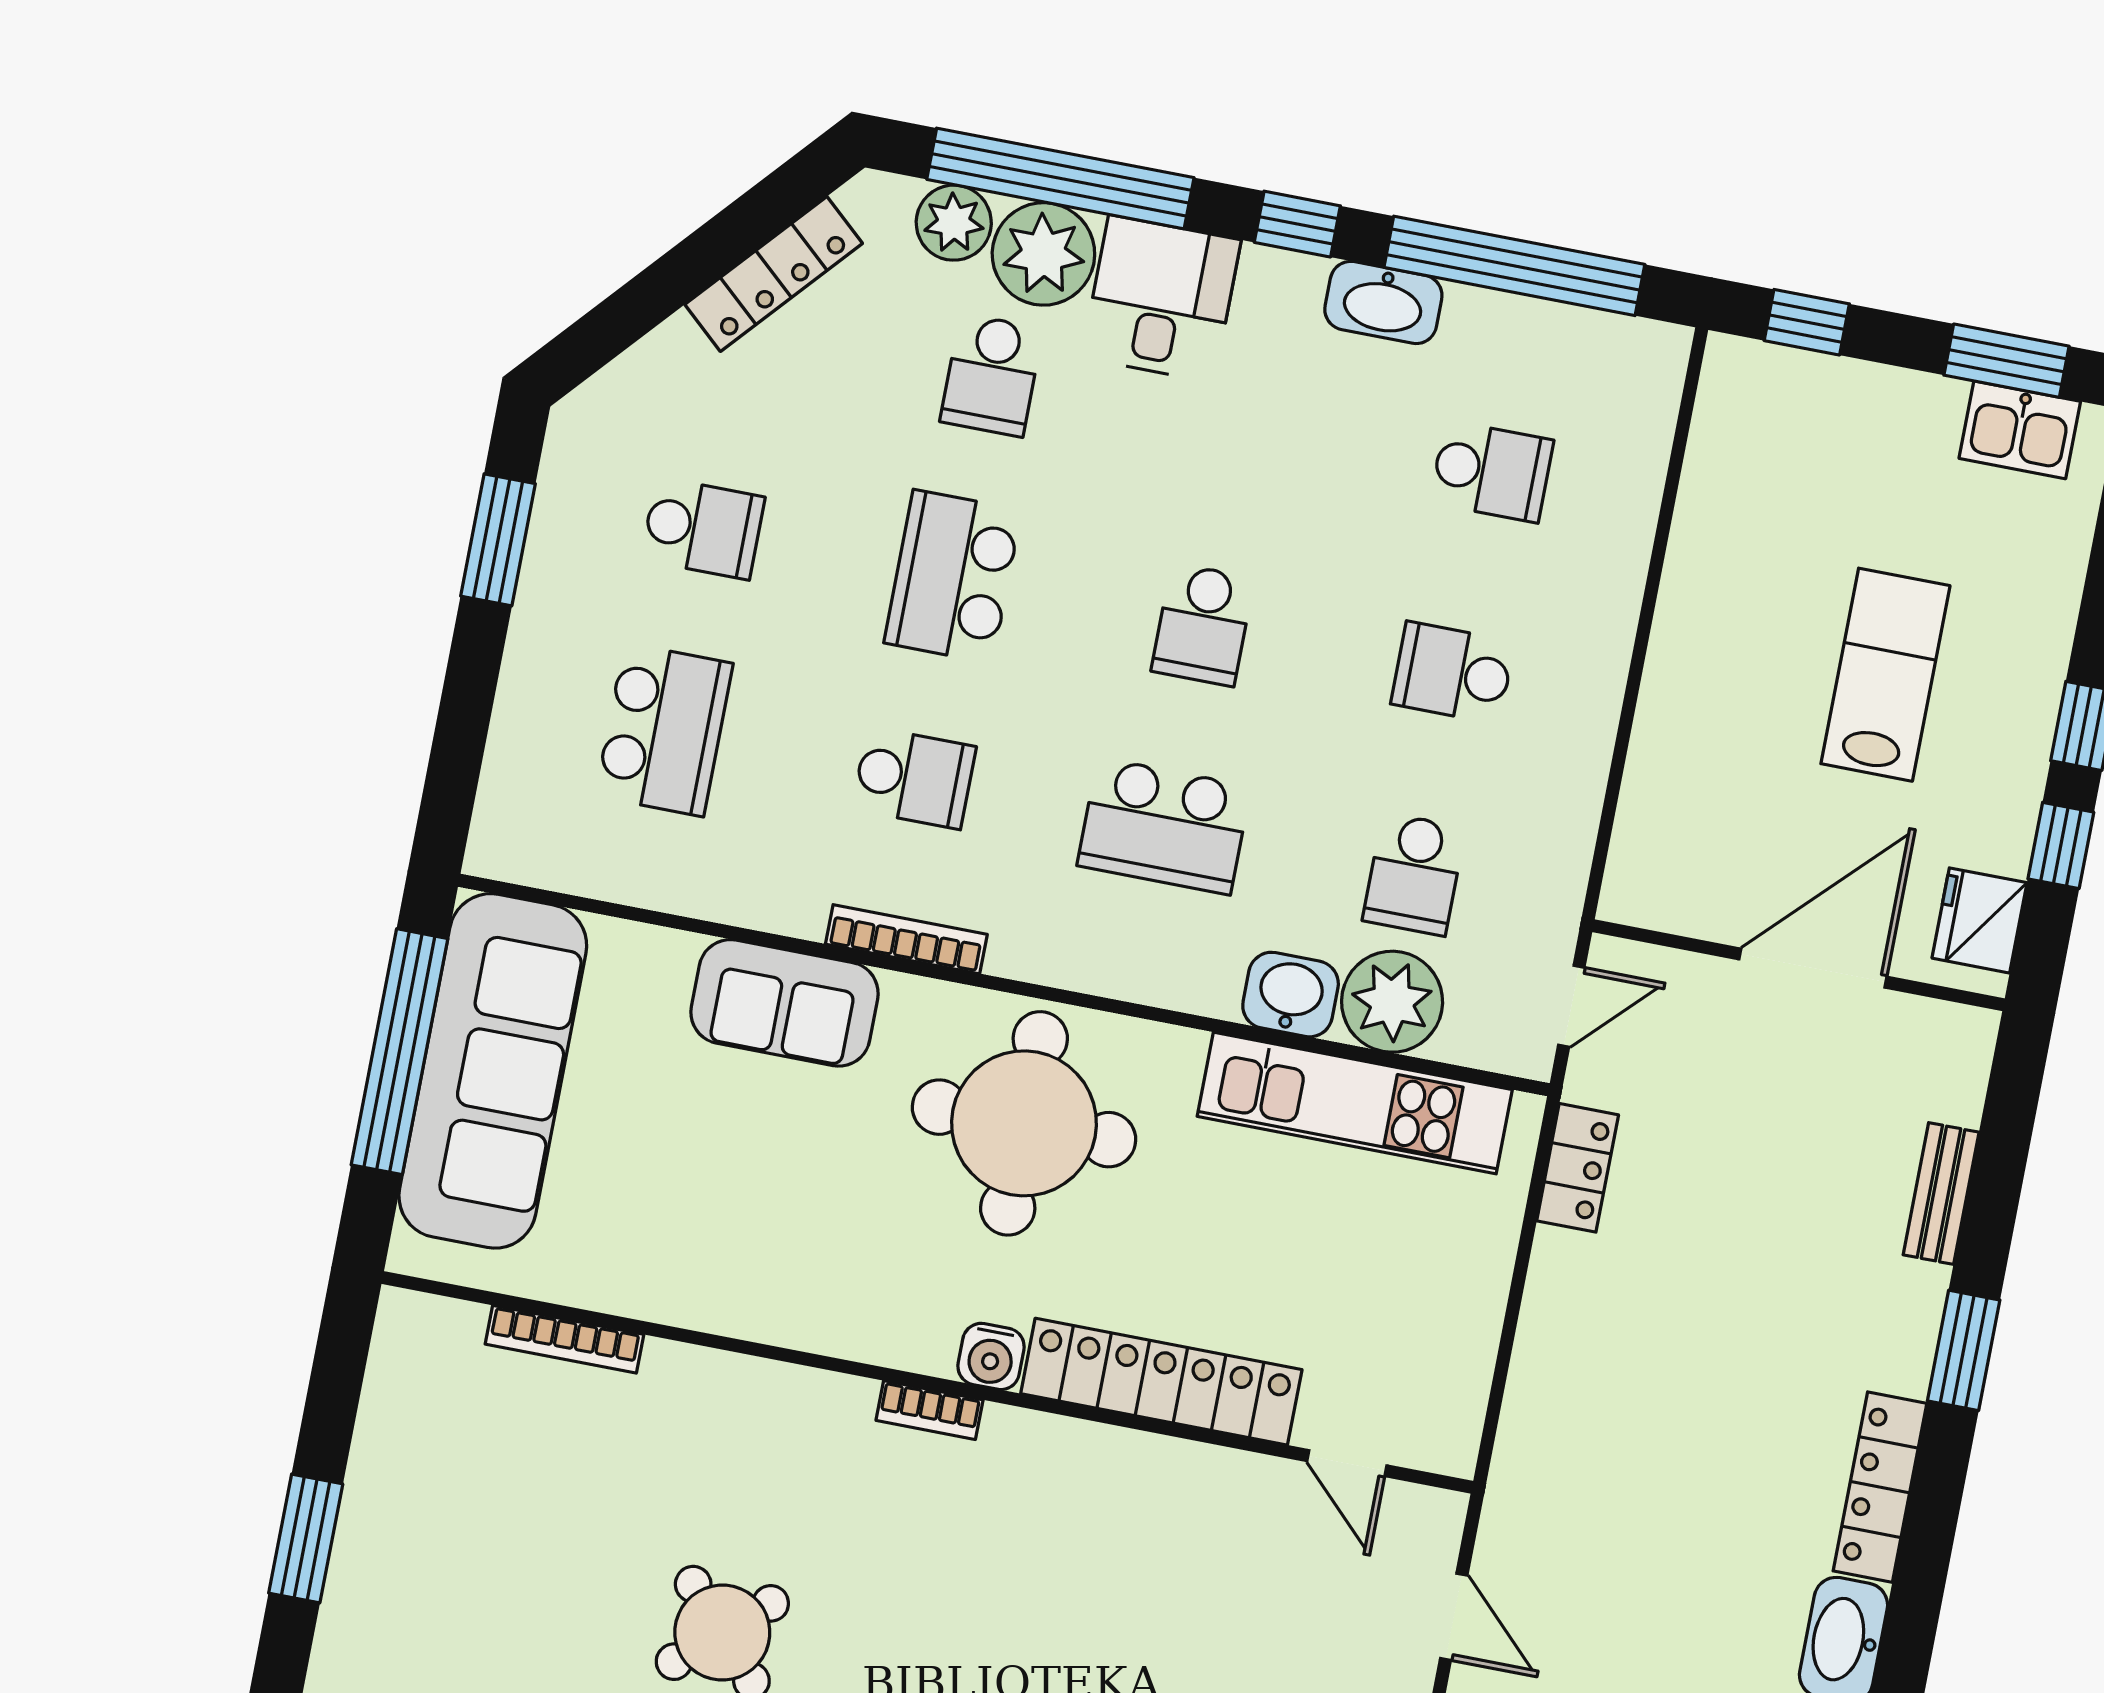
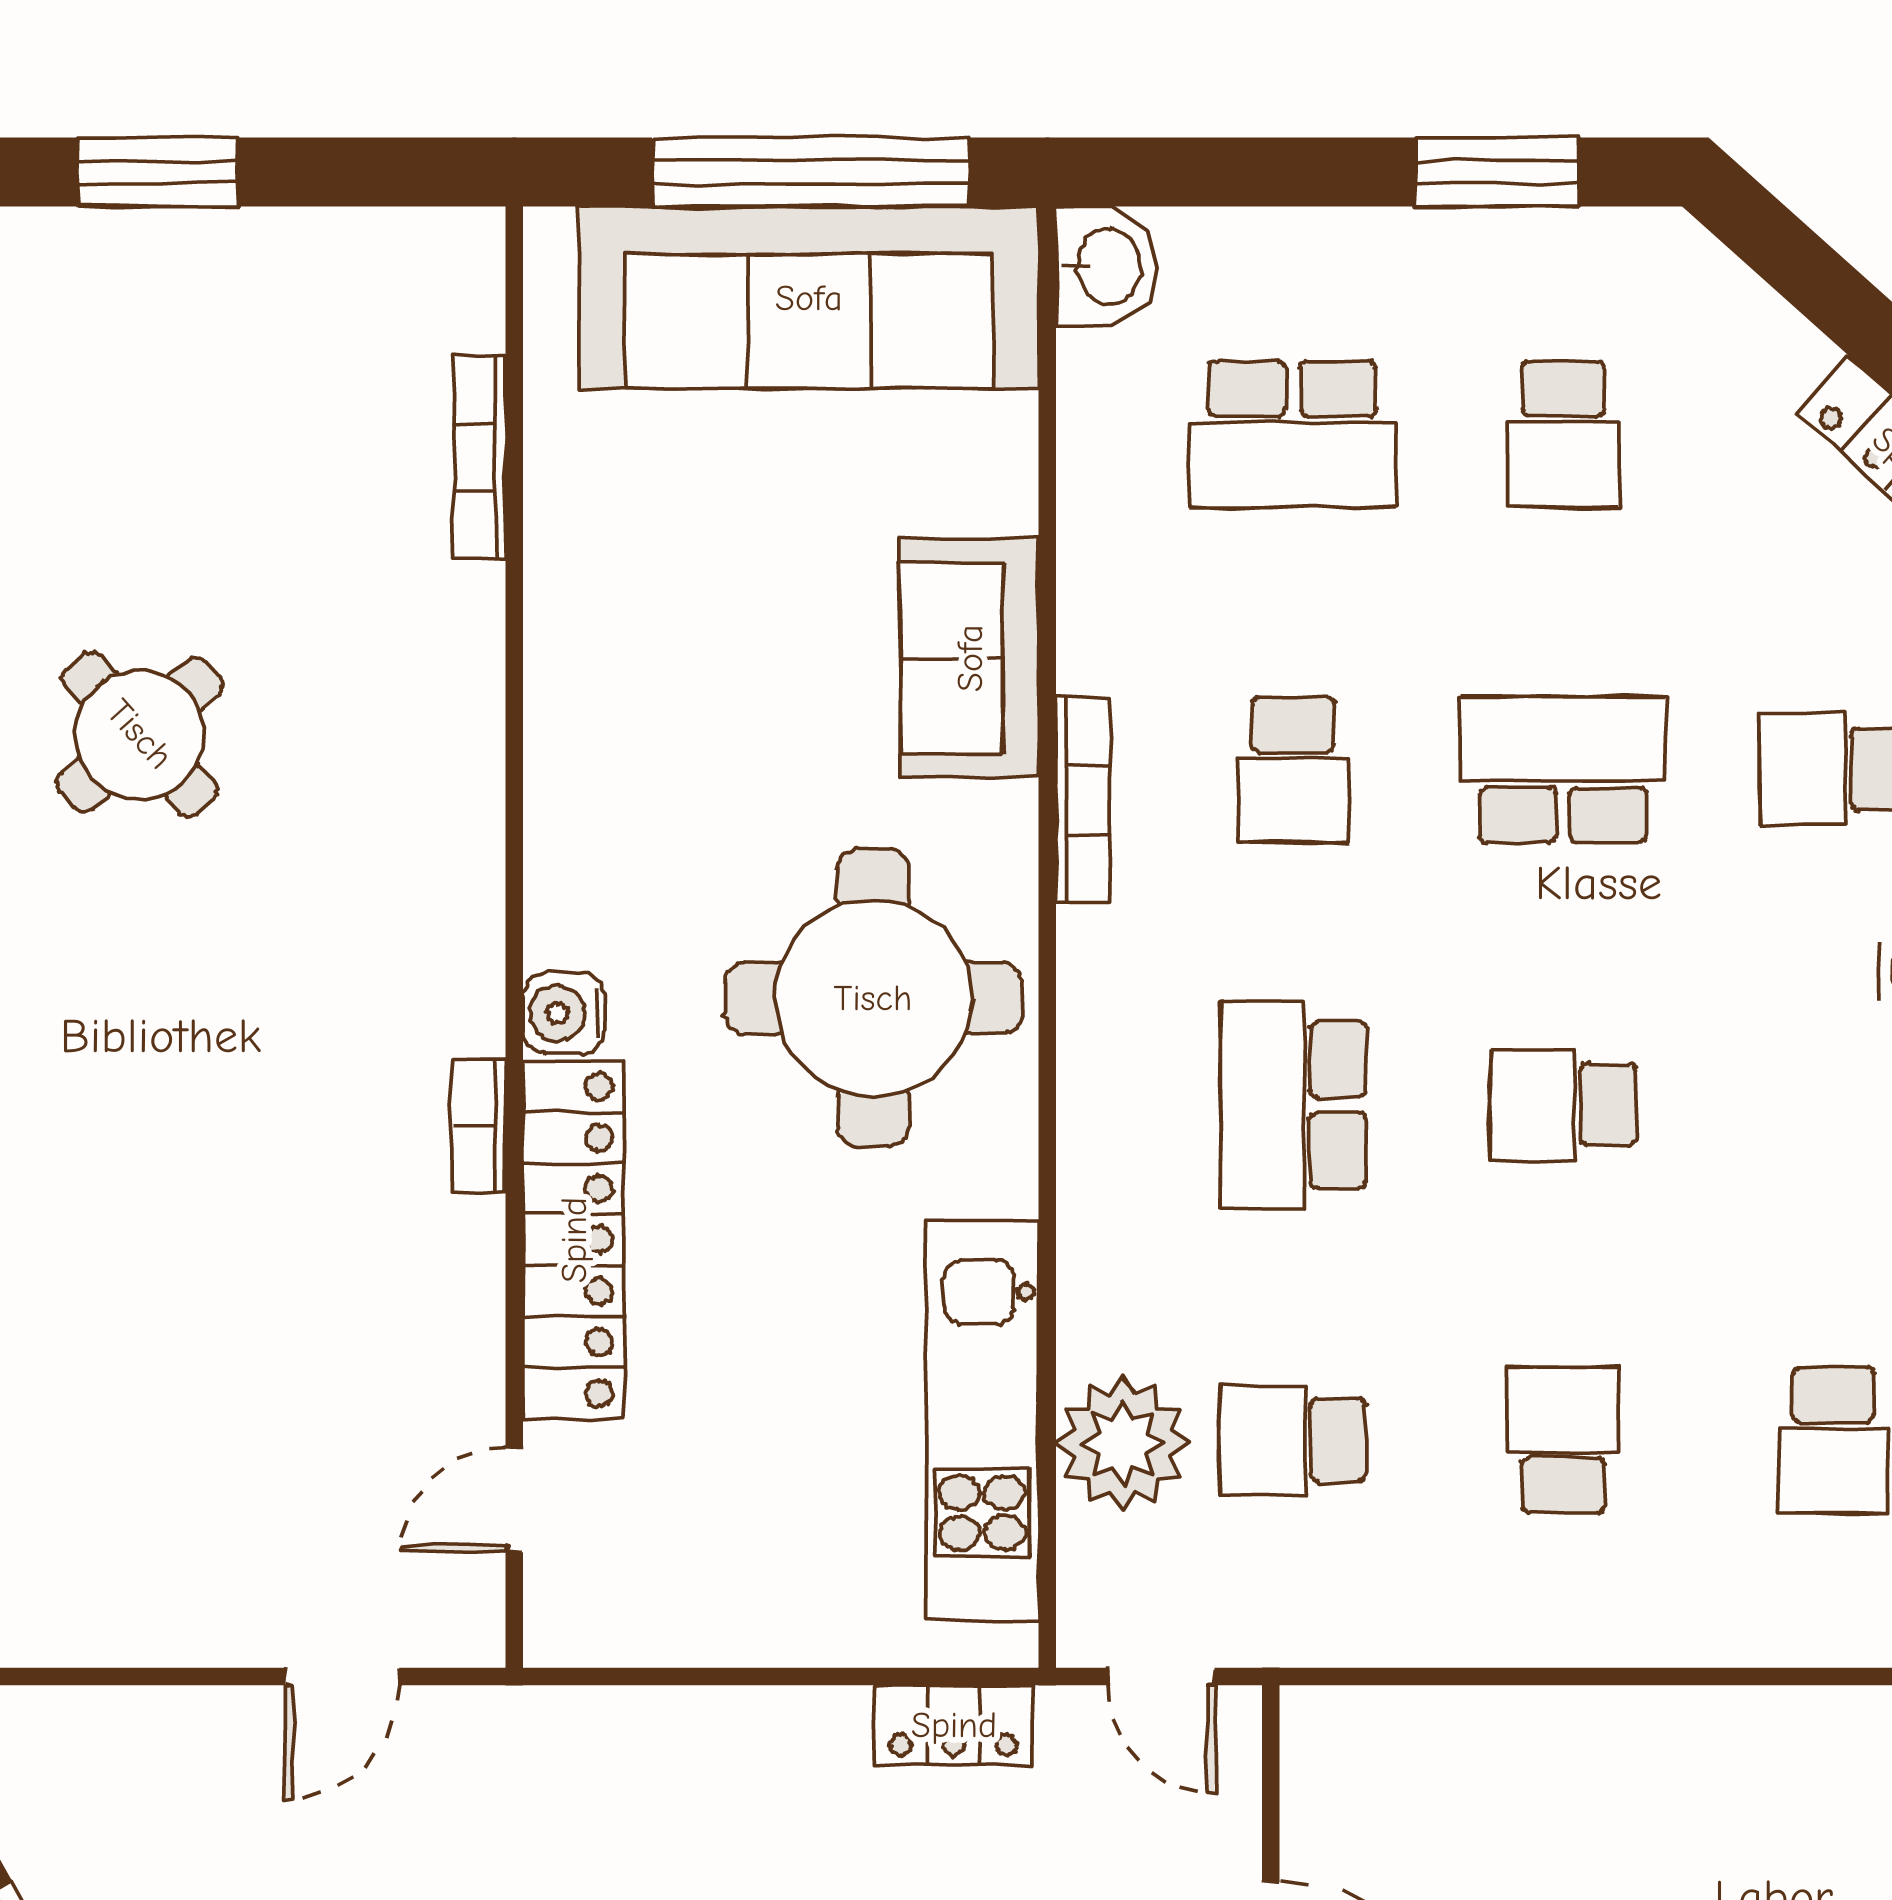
washbasin: (1291, 995) -> (1106, 266), moved
bookcase: (929, 1410) -> (479, 1126), moved

